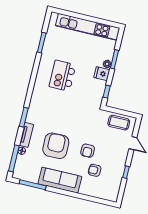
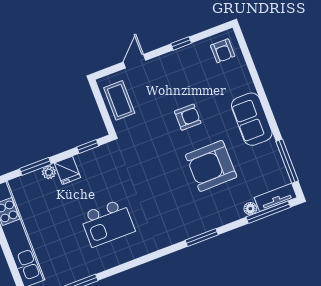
tv unit: (26, 135) -> (276, 197), moved
armchair: (95, 170) -> (223, 51), moved
sofa: (60, 180) -> (252, 119), width x0.73

